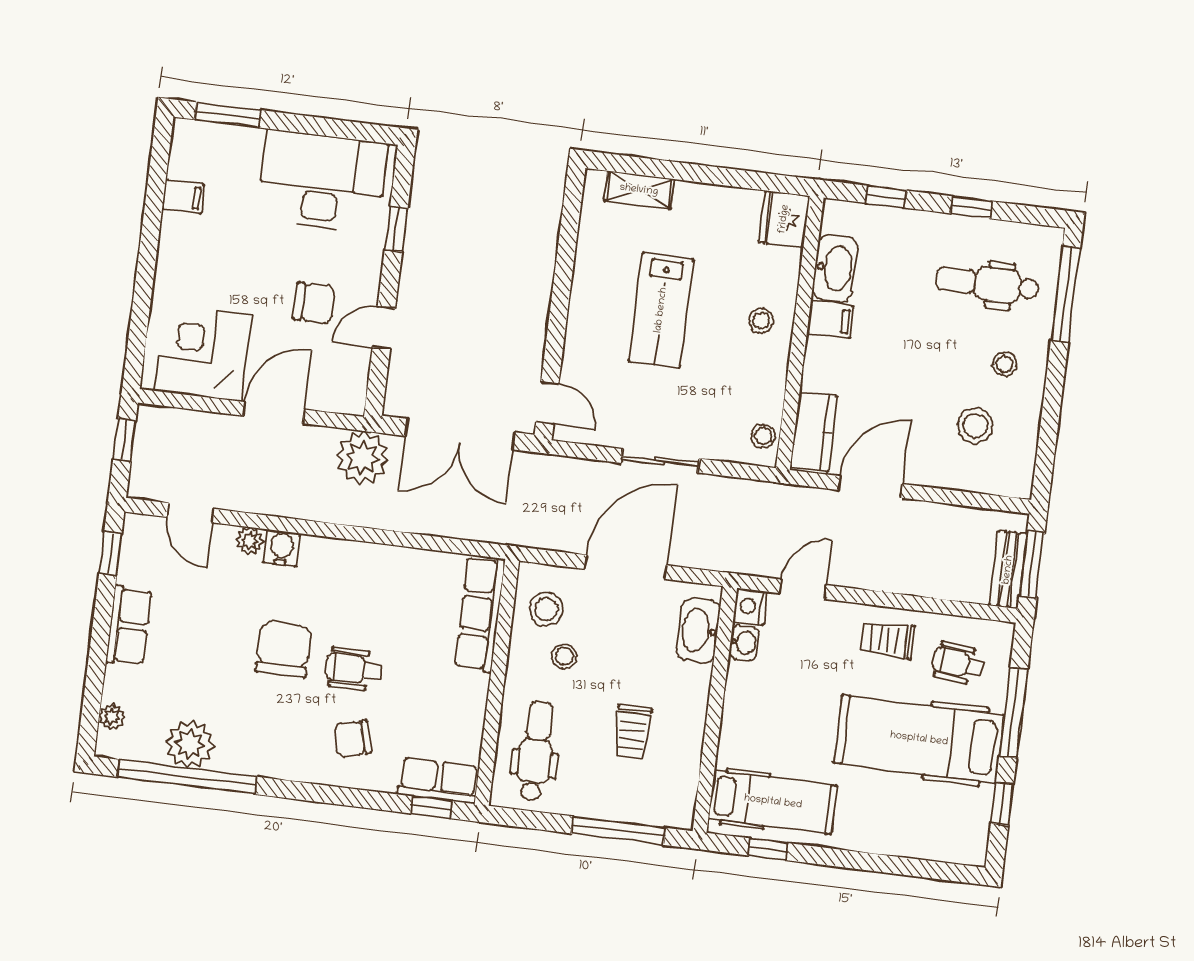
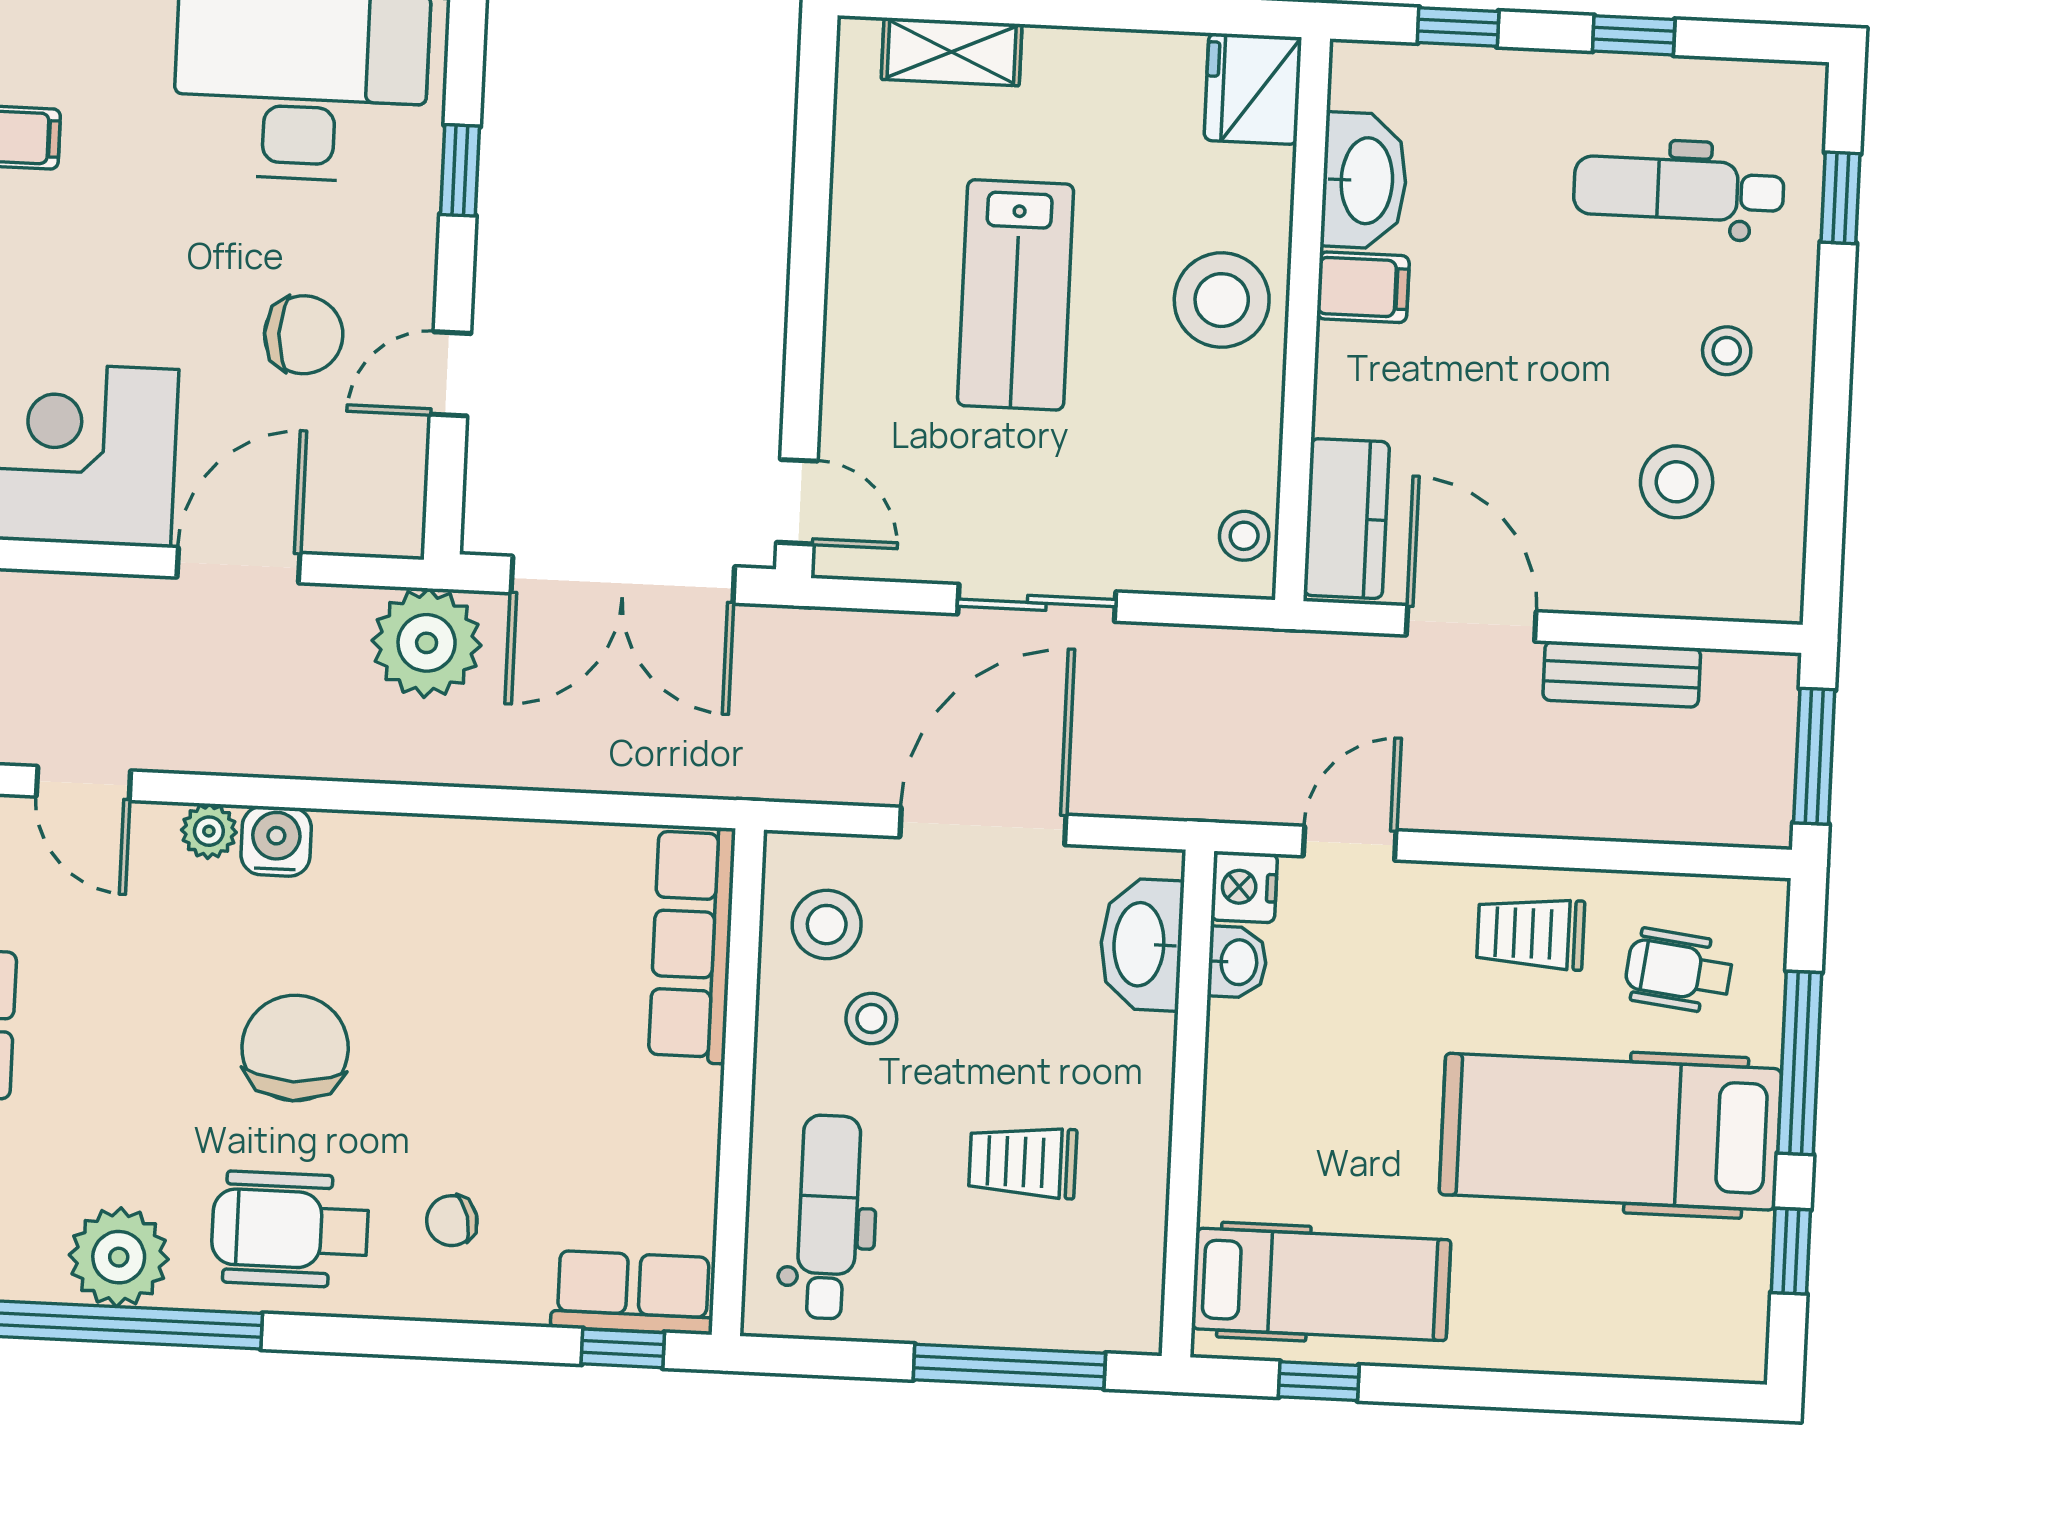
window: (1066, 294) -> (1841, 198), width x0.46
stool: (761, 321) -> (1222, 300), width x1.89, depth x1.89
door: (870, 487) -> (1471, 623), hinge flipped
bench: (1008, 570) -> (1622, 674), moved, turned 90
wheelchair: (353, 669) -> (290, 1229), moved, width x1.36, depth x1.37
trolley: (632, 732) -> (1023, 1162), turned 90
chair: (353, 739) -> (452, 1221), width x0.73, depth x0.73

